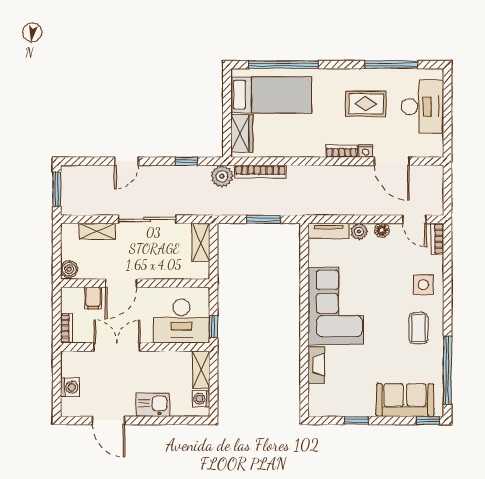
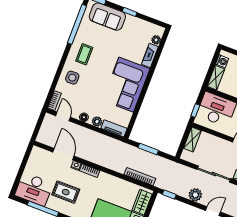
desk: (423, 107) -> (34, 189), moved, turned -90
window: (186, 161) -> (169, 194), moved
plant: (222, 176) -> (195, 195), moved
shelving: (201, 242) -> (192, 139), moved
window: (213, 327) -> (195, 111), moved
plant: (316, 393) -> (156, 40), added
window: (356, 420) -> (130, 12), moved

